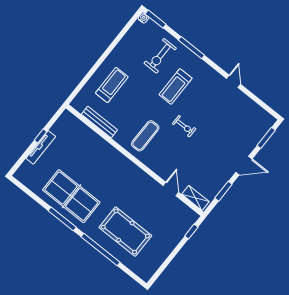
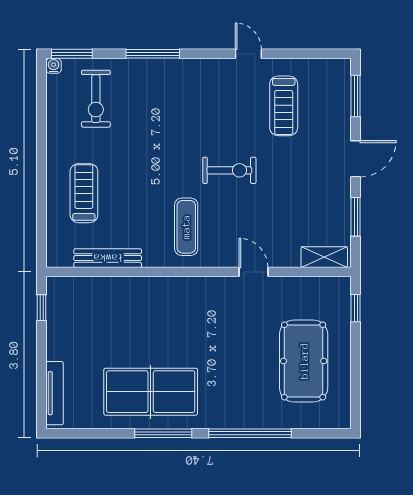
exercise bike: (160, 56) -> (96, 99), moved
treadmill: (176, 87) -> (284, 106), moved
exercise bike: (184, 126) -> (229, 170), width x1.38, depth x1.39
window: (41, 136) -> (42, 308), moved
tv unit: (41, 147) -> (55, 393), moved
door: (171, 189) -> (253, 272), moved
pool table: (125, 232) -> (304, 361), moved, turned 90

